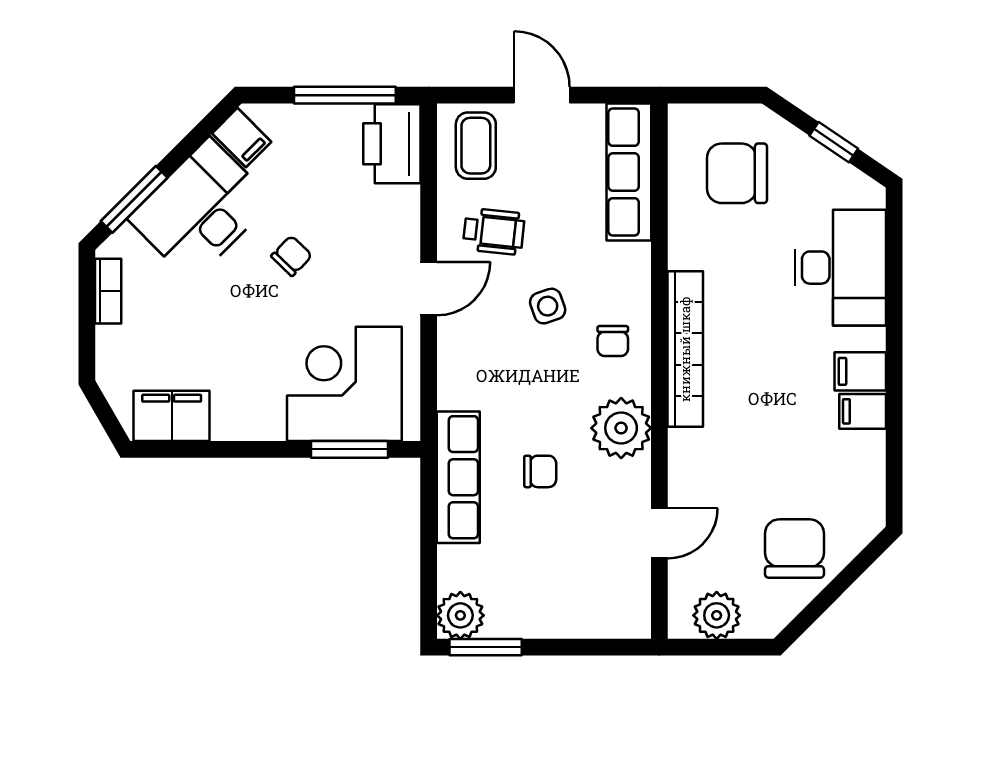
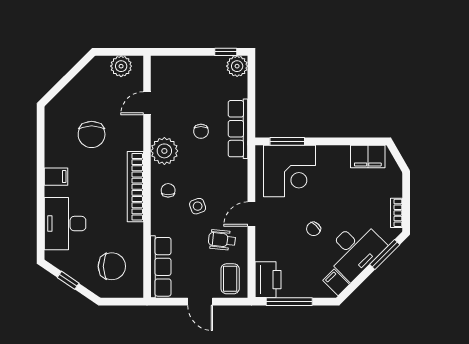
filing cabinet: (863, 411) -> (55, 158), removed
chair: (540, 471) -> (201, 131), turned -90
chair: (794, 548) -> (92, 134), moved
window: (486, 647) -> (226, 52), width x0.67

